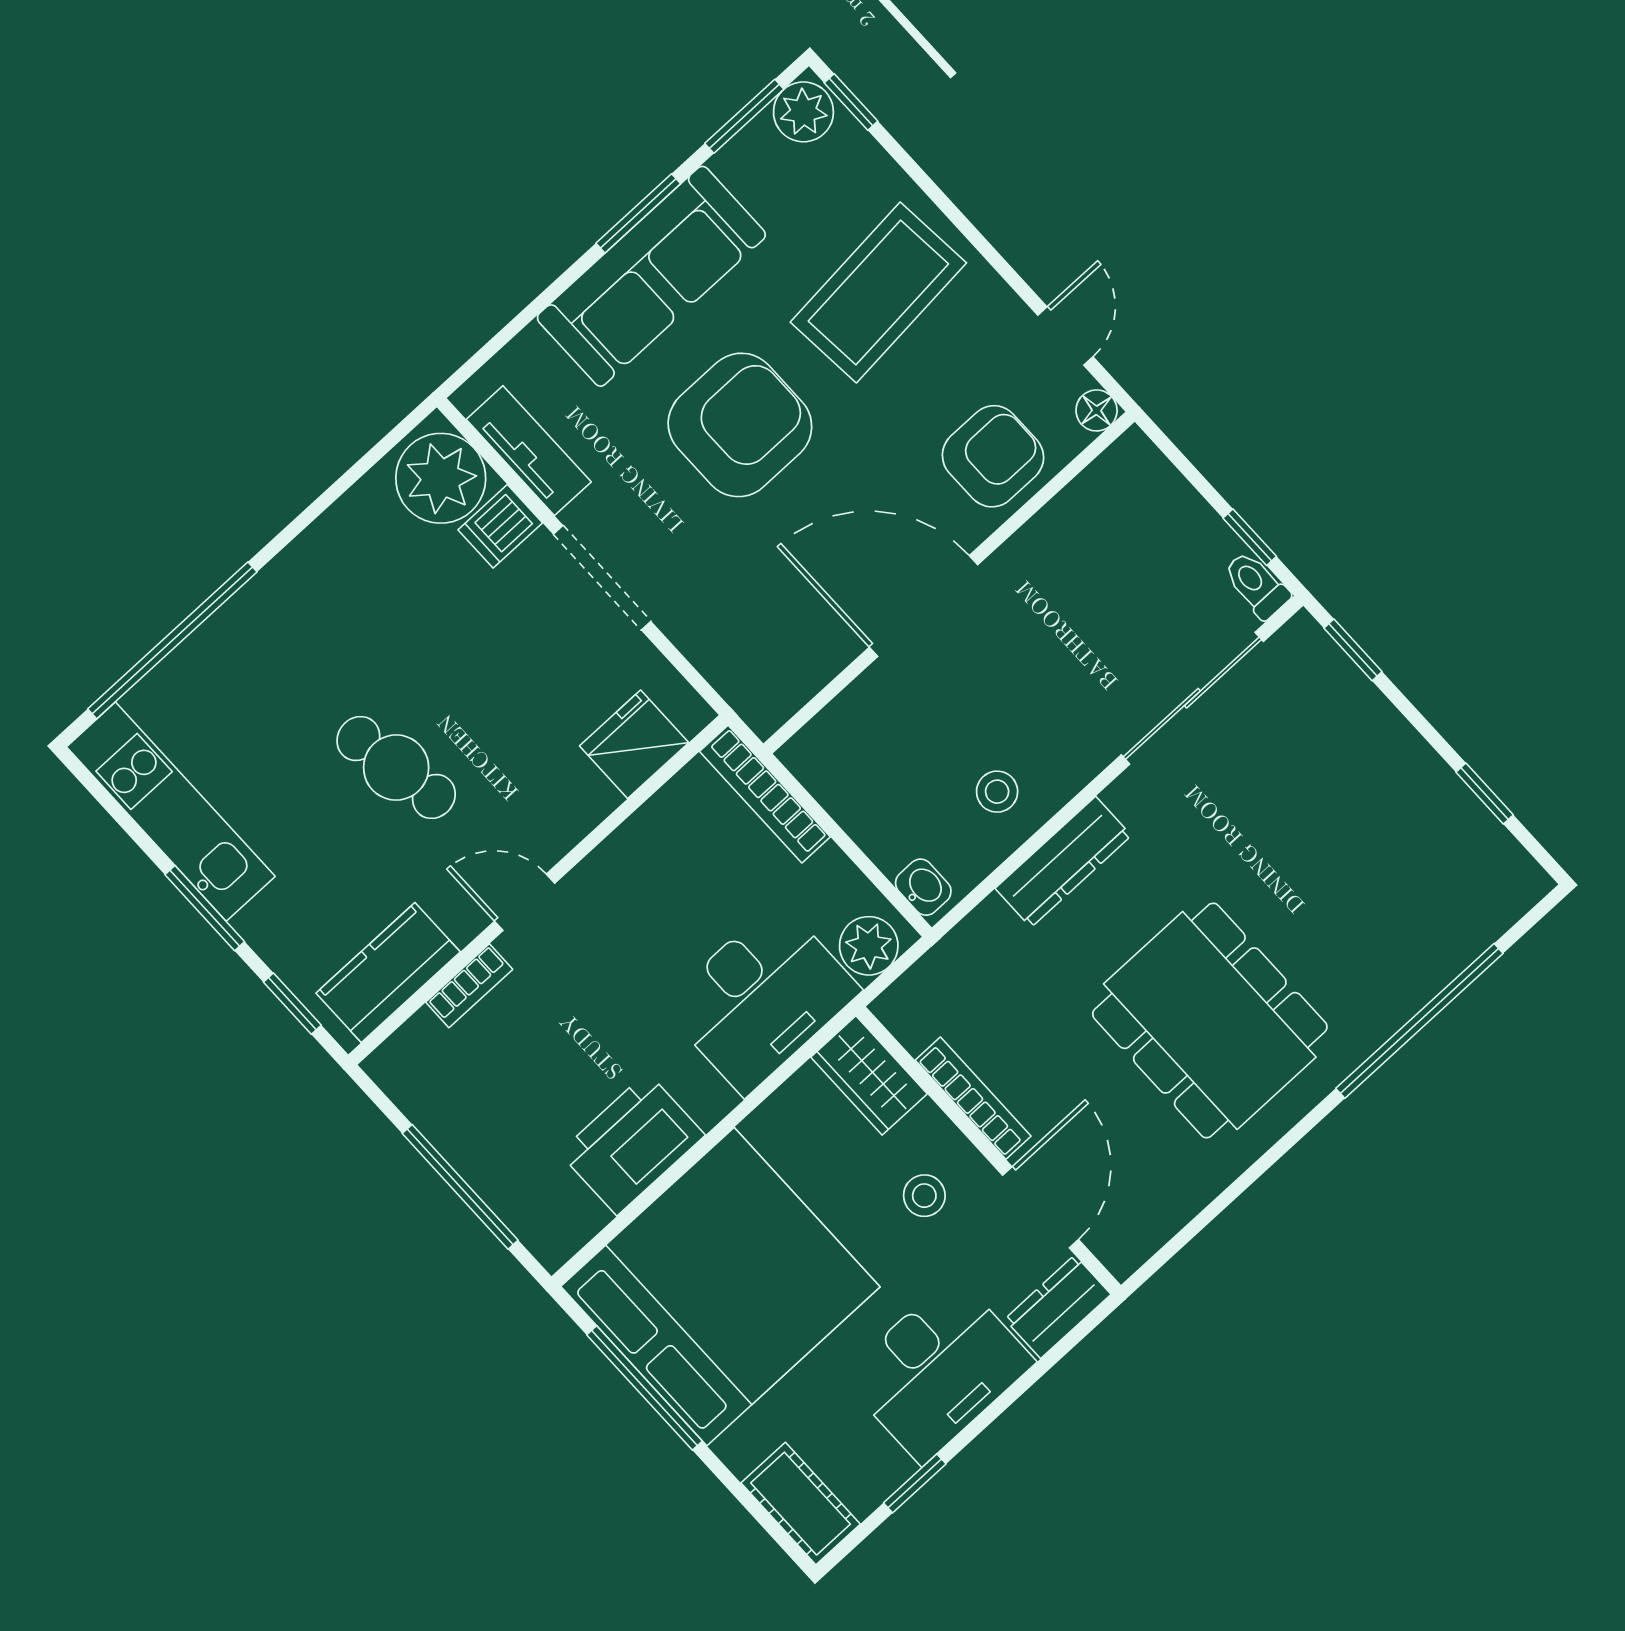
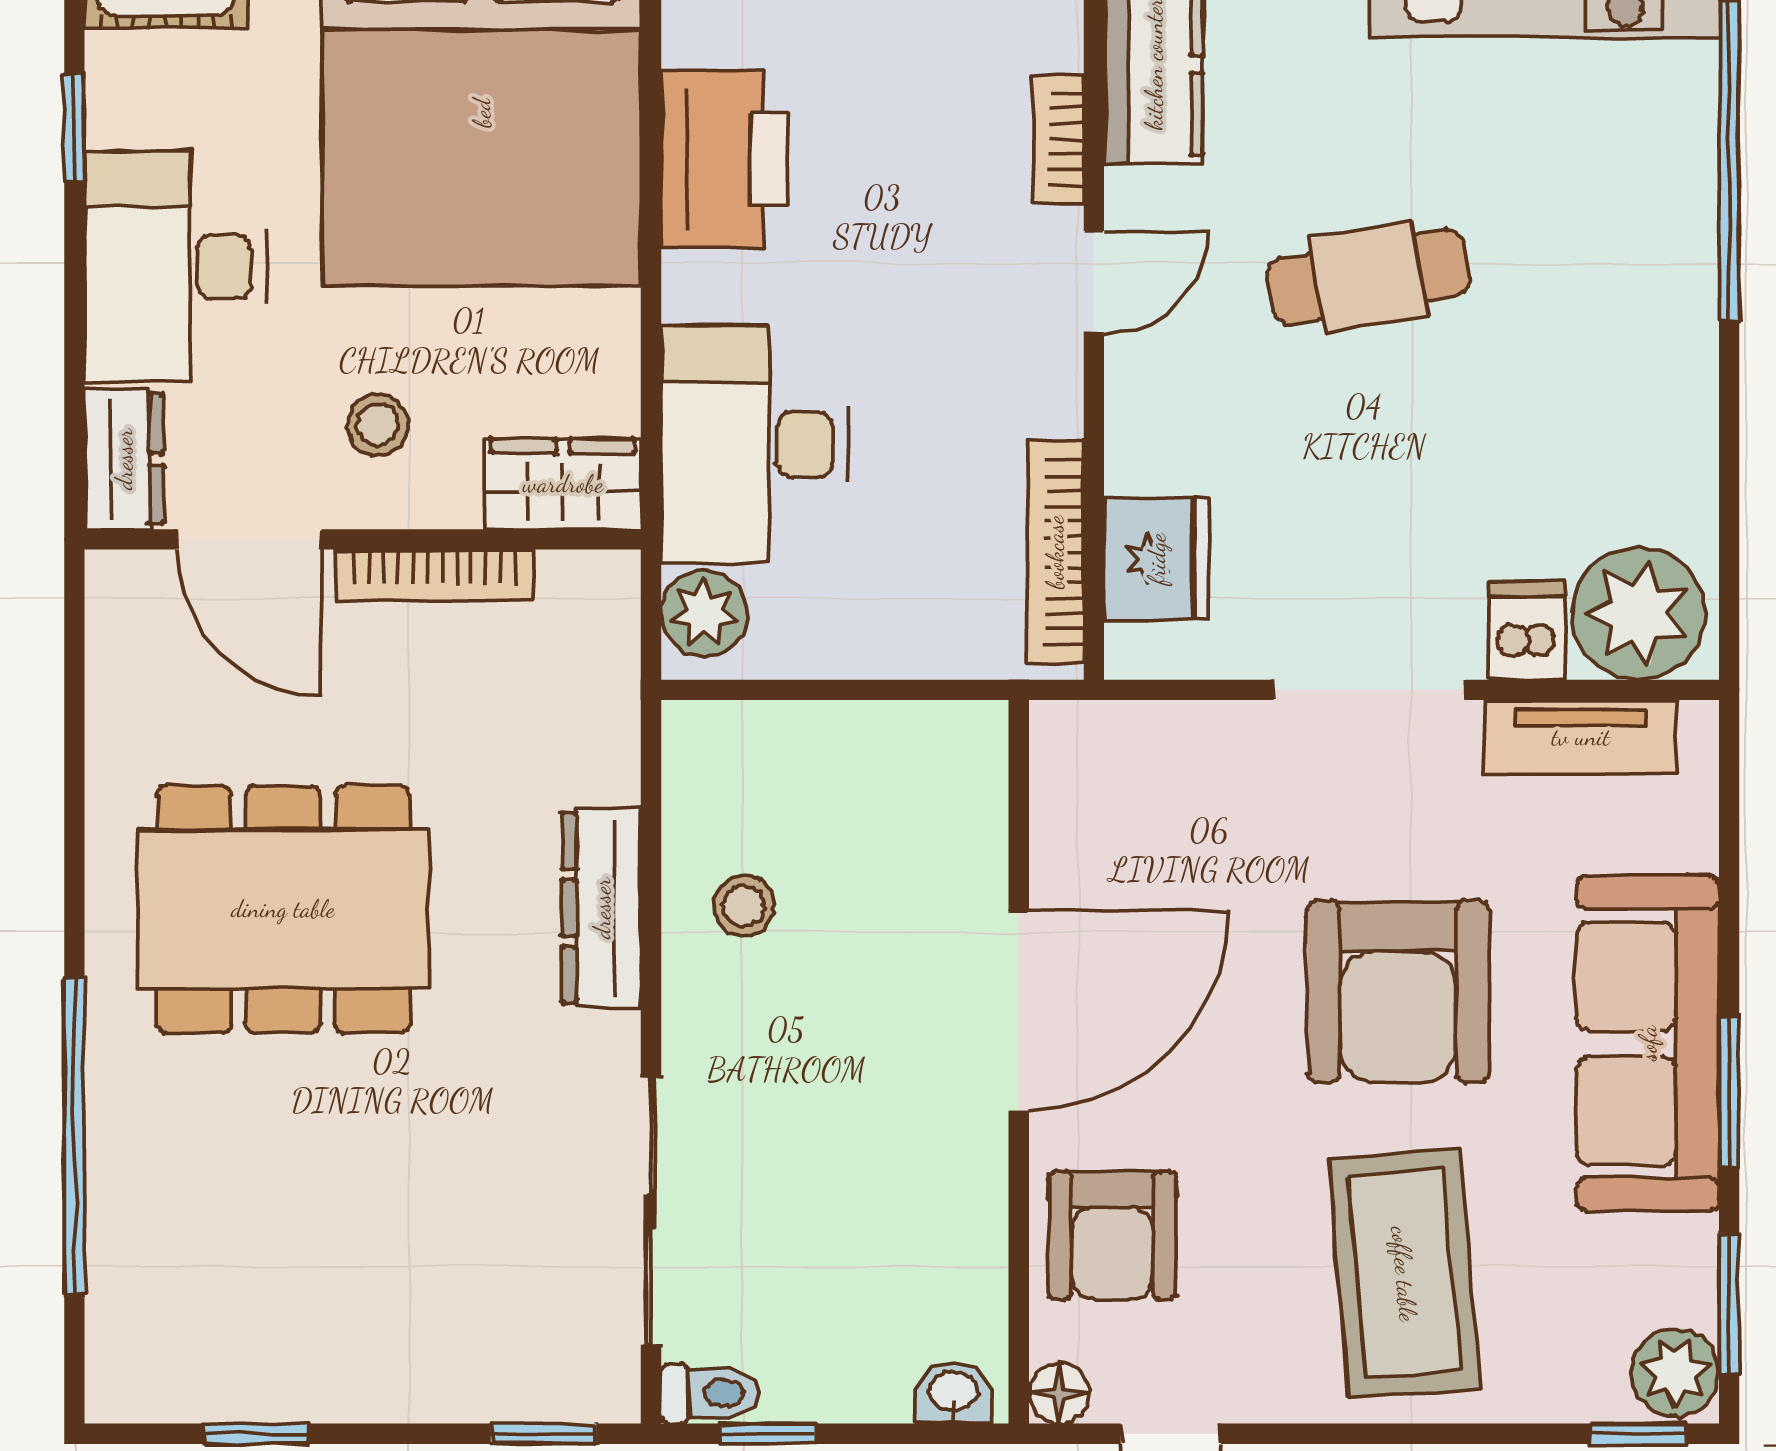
bookcase: (765, 794) -> (1055, 552), moved, turned -90
washbasin: (923, 887) -> (953, 1393), moved, turned 180

